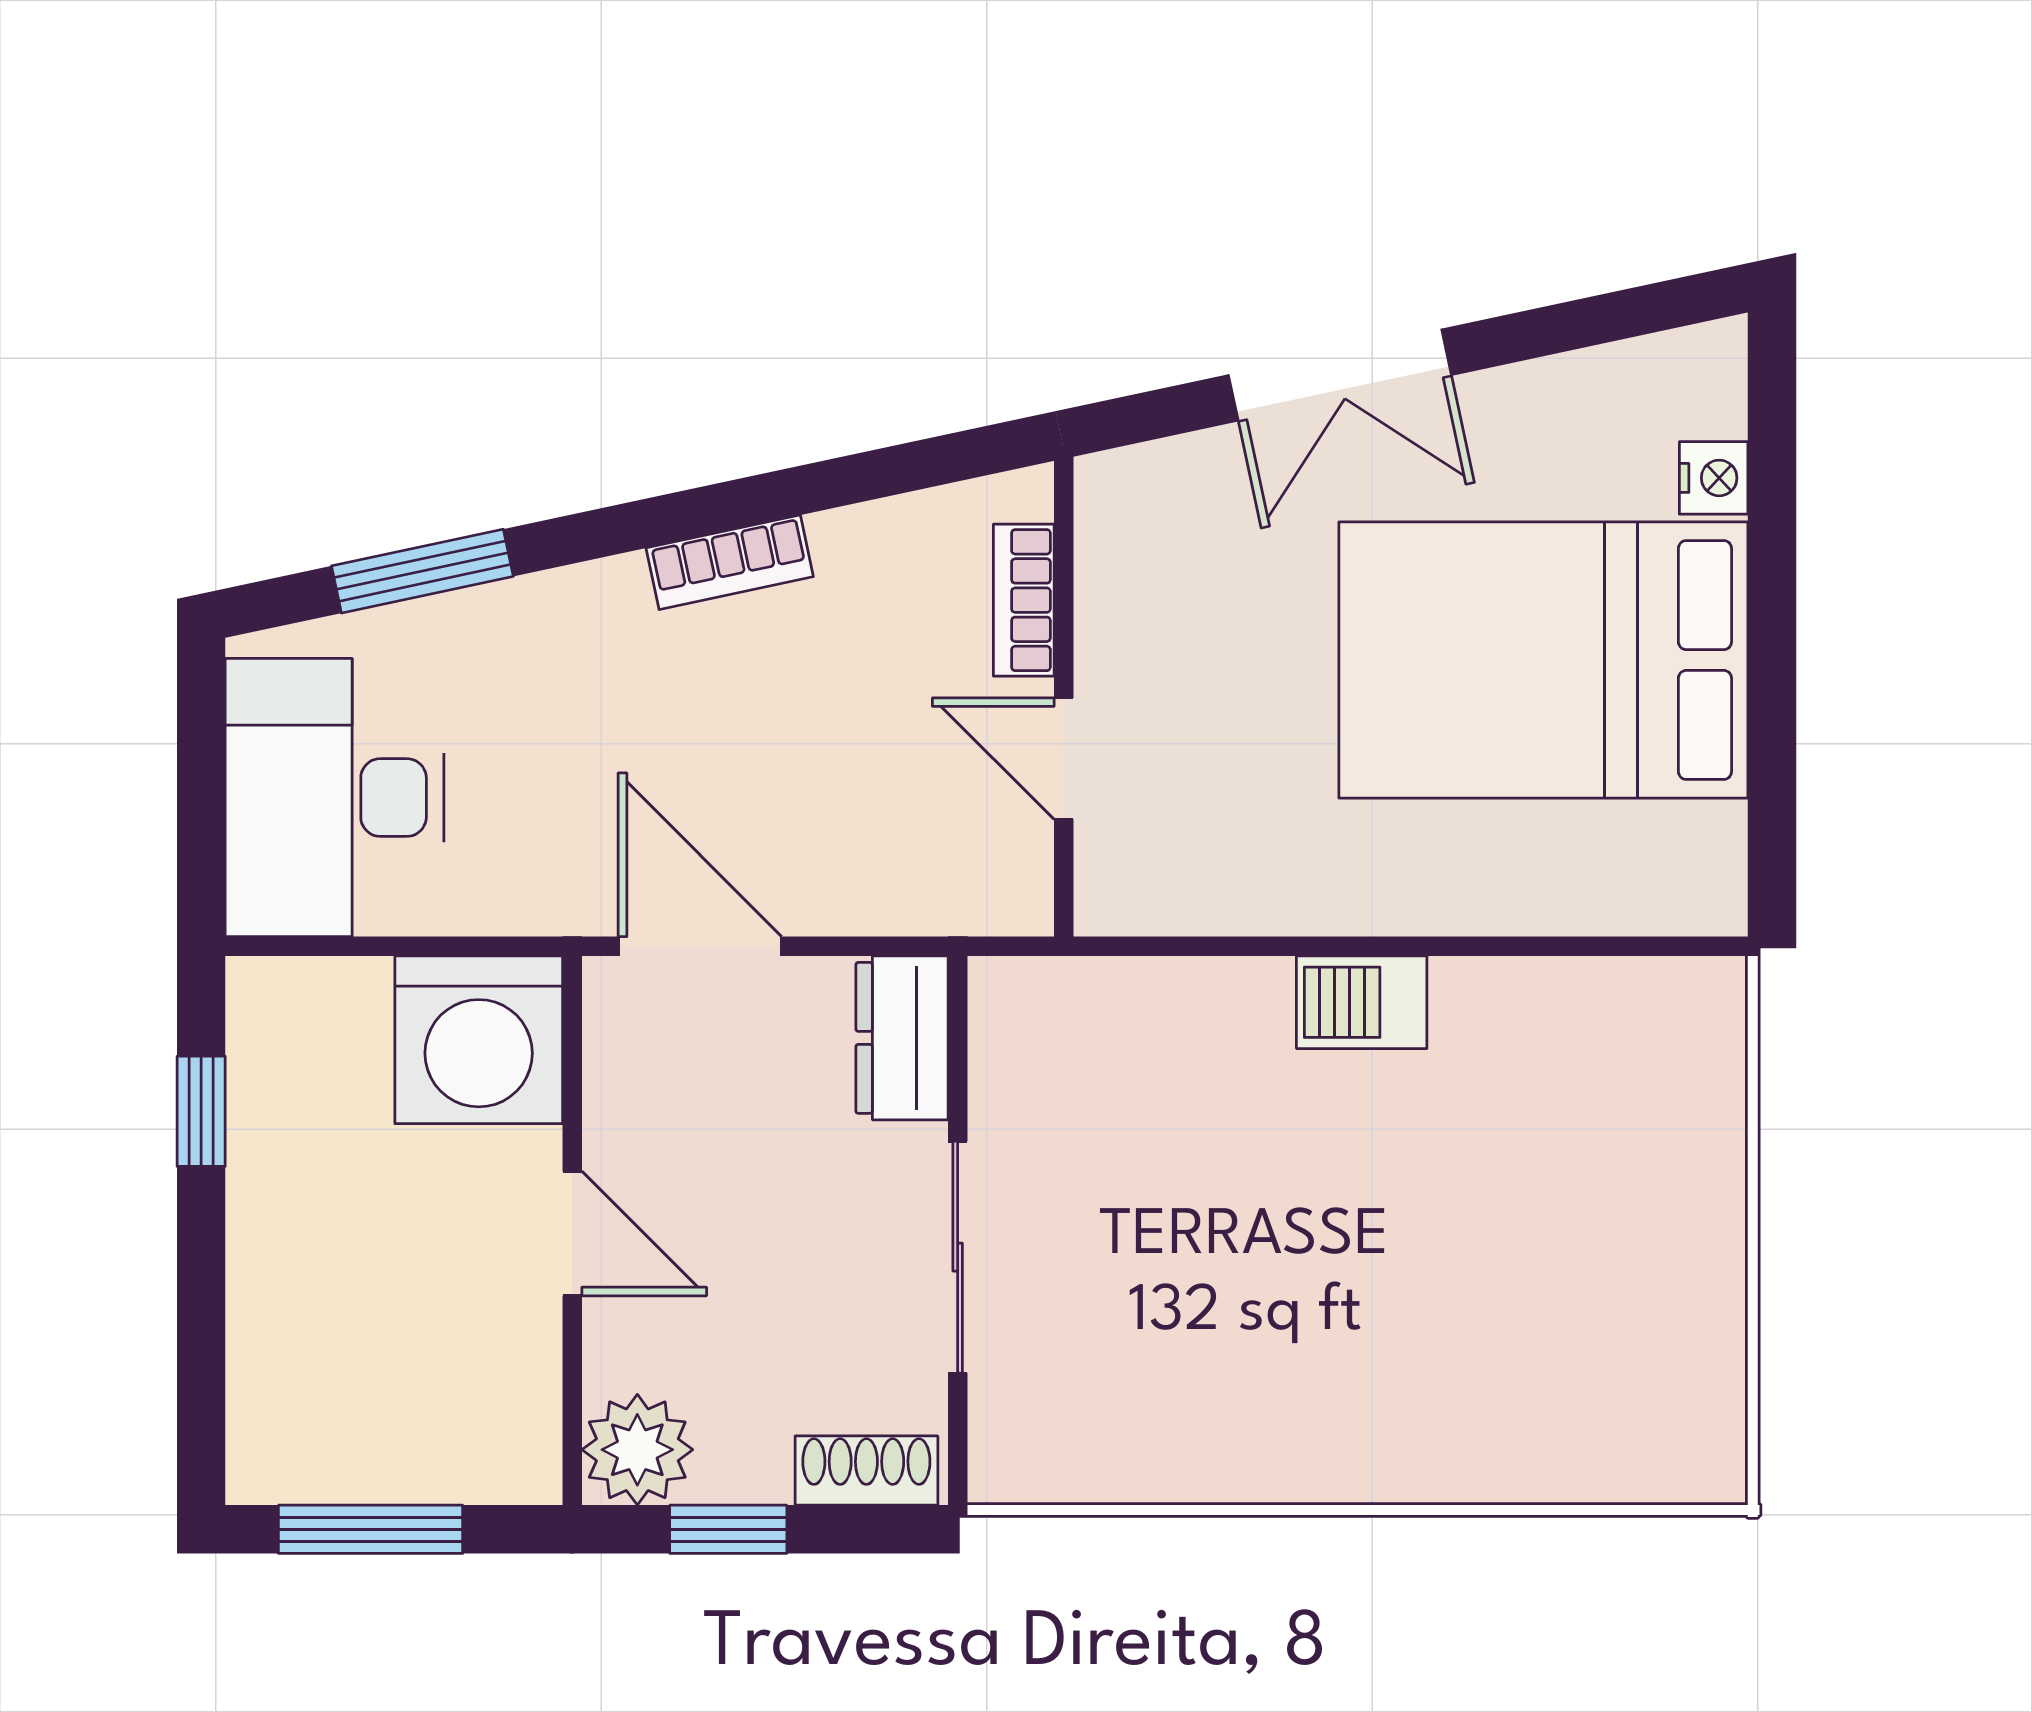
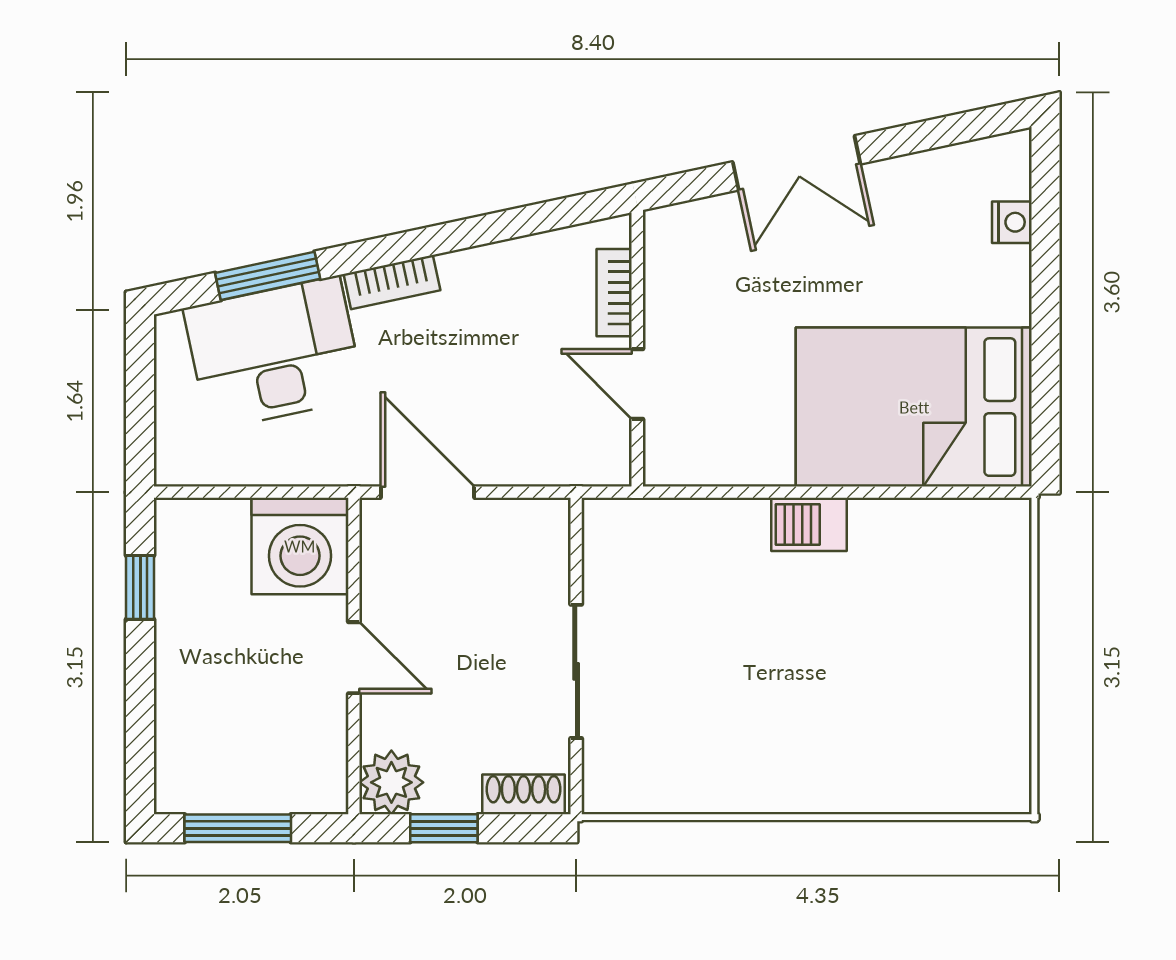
bookcase: (730, 562) -> (392, 282), moved
bed: (1543, 660) -> (914, 407), moved
desk: (335, 798) -> (274, 353), moved, turned 78
dresser: (902, 1038) -> (544, 545), removed

